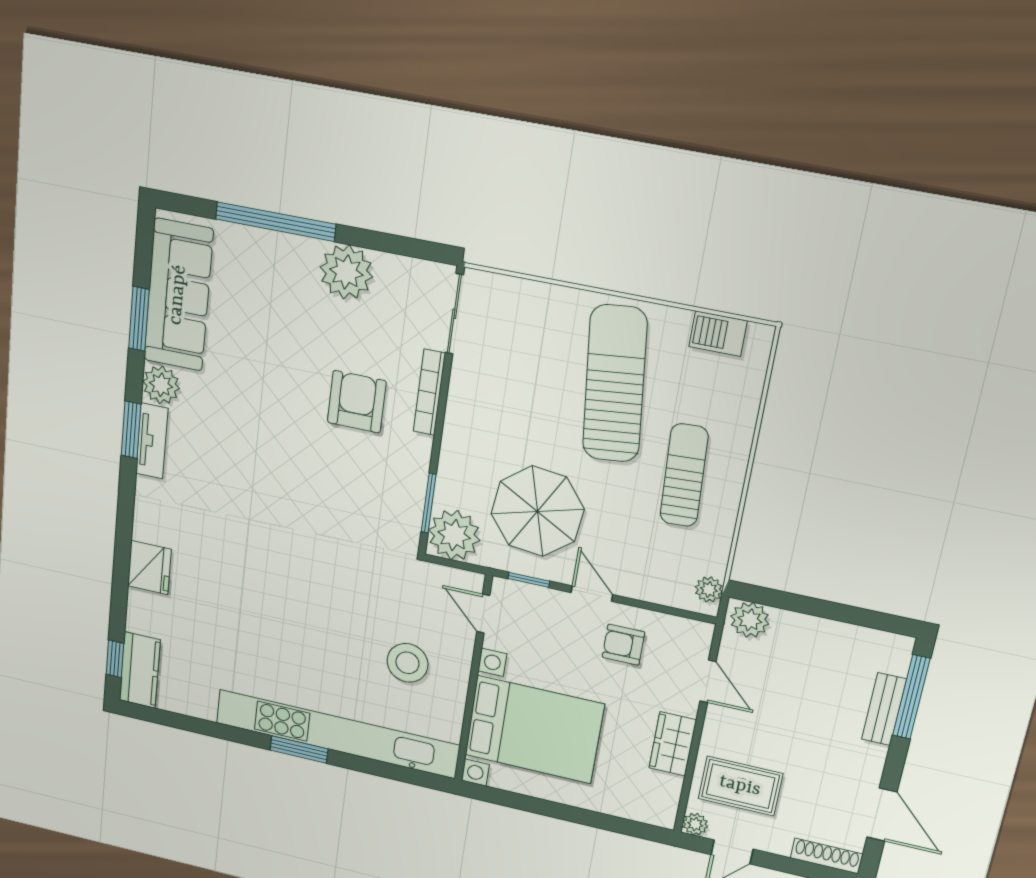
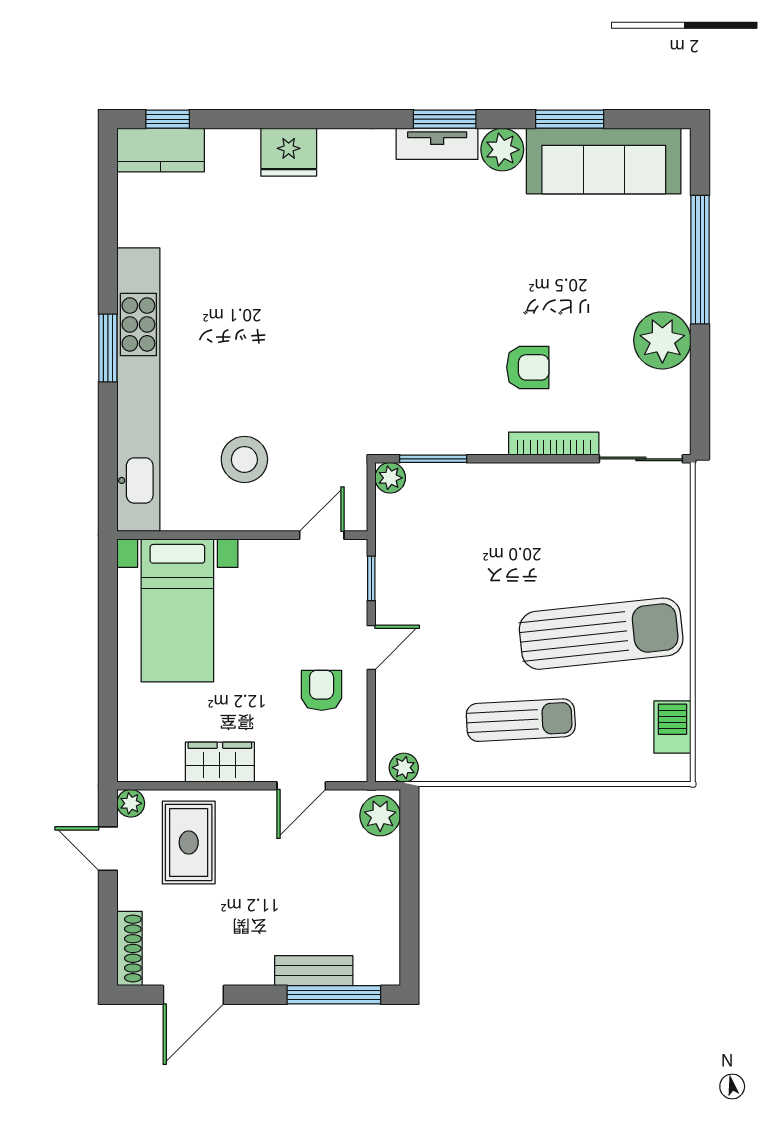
armchair: (357, 402) -> (528, 367), width x0.72, depth x0.72
parasol: (537, 511) -> (449, 576), removed
plant: (454, 535) -> (390, 478), width x0.53, depth x0.53
bed with nightstands: (534, 730) -> (177, 610), width x0.73

